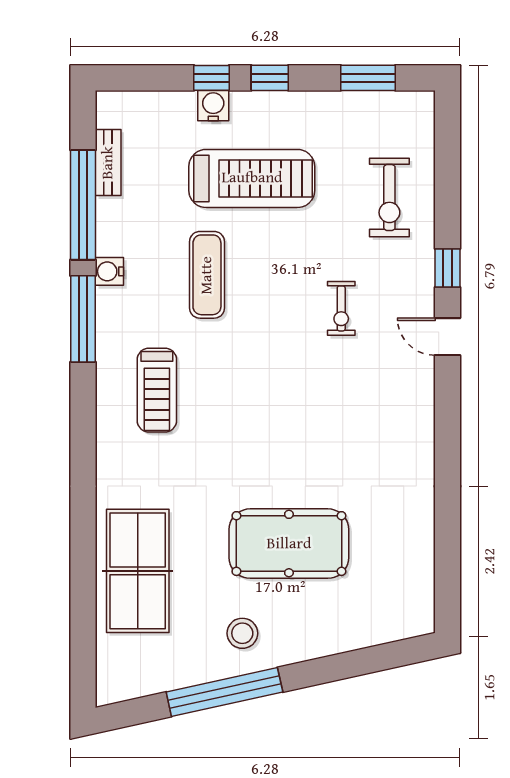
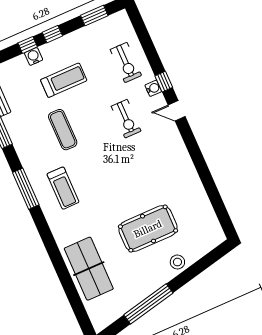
treadmill: (252, 178) -> (64, 80), width x0.73, depth x0.73
water cooler: (109, 271) -> (153, 88), moved, turned 180
exercise bike: (341, 308) -> (126, 119), width x1.38, depth x1.39
window: (83, 319) -> (26, 189), moved
stool: (242, 633) -> (177, 262), moved

